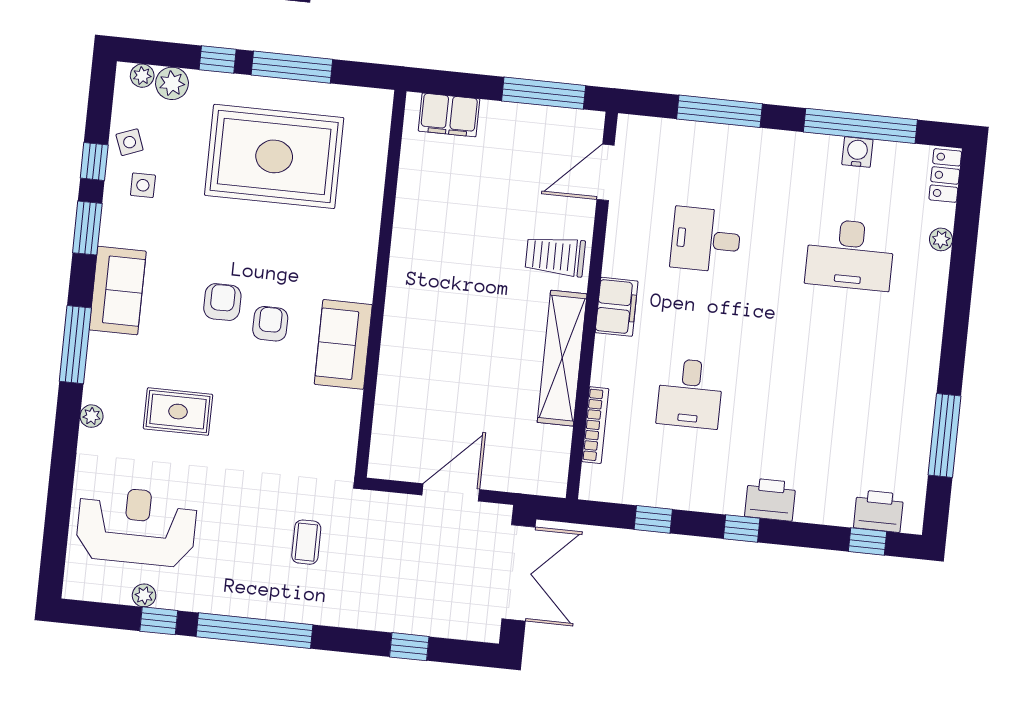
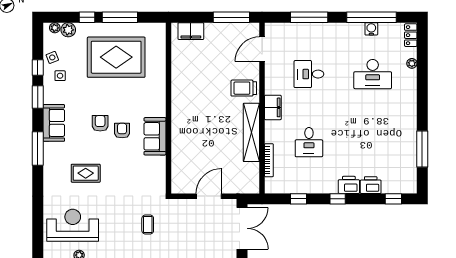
plant: (92, 416) -> (48, 179), removed
printer: (879, 511) -> (371, 185), moved

